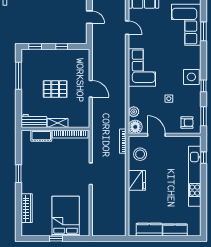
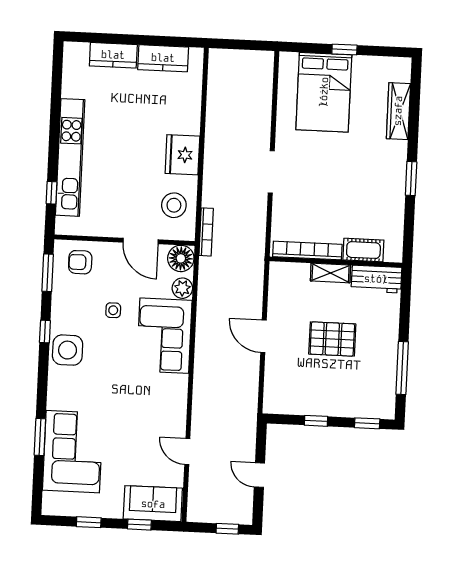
corner sofa: (142, 67) -> (164, 336), moved

